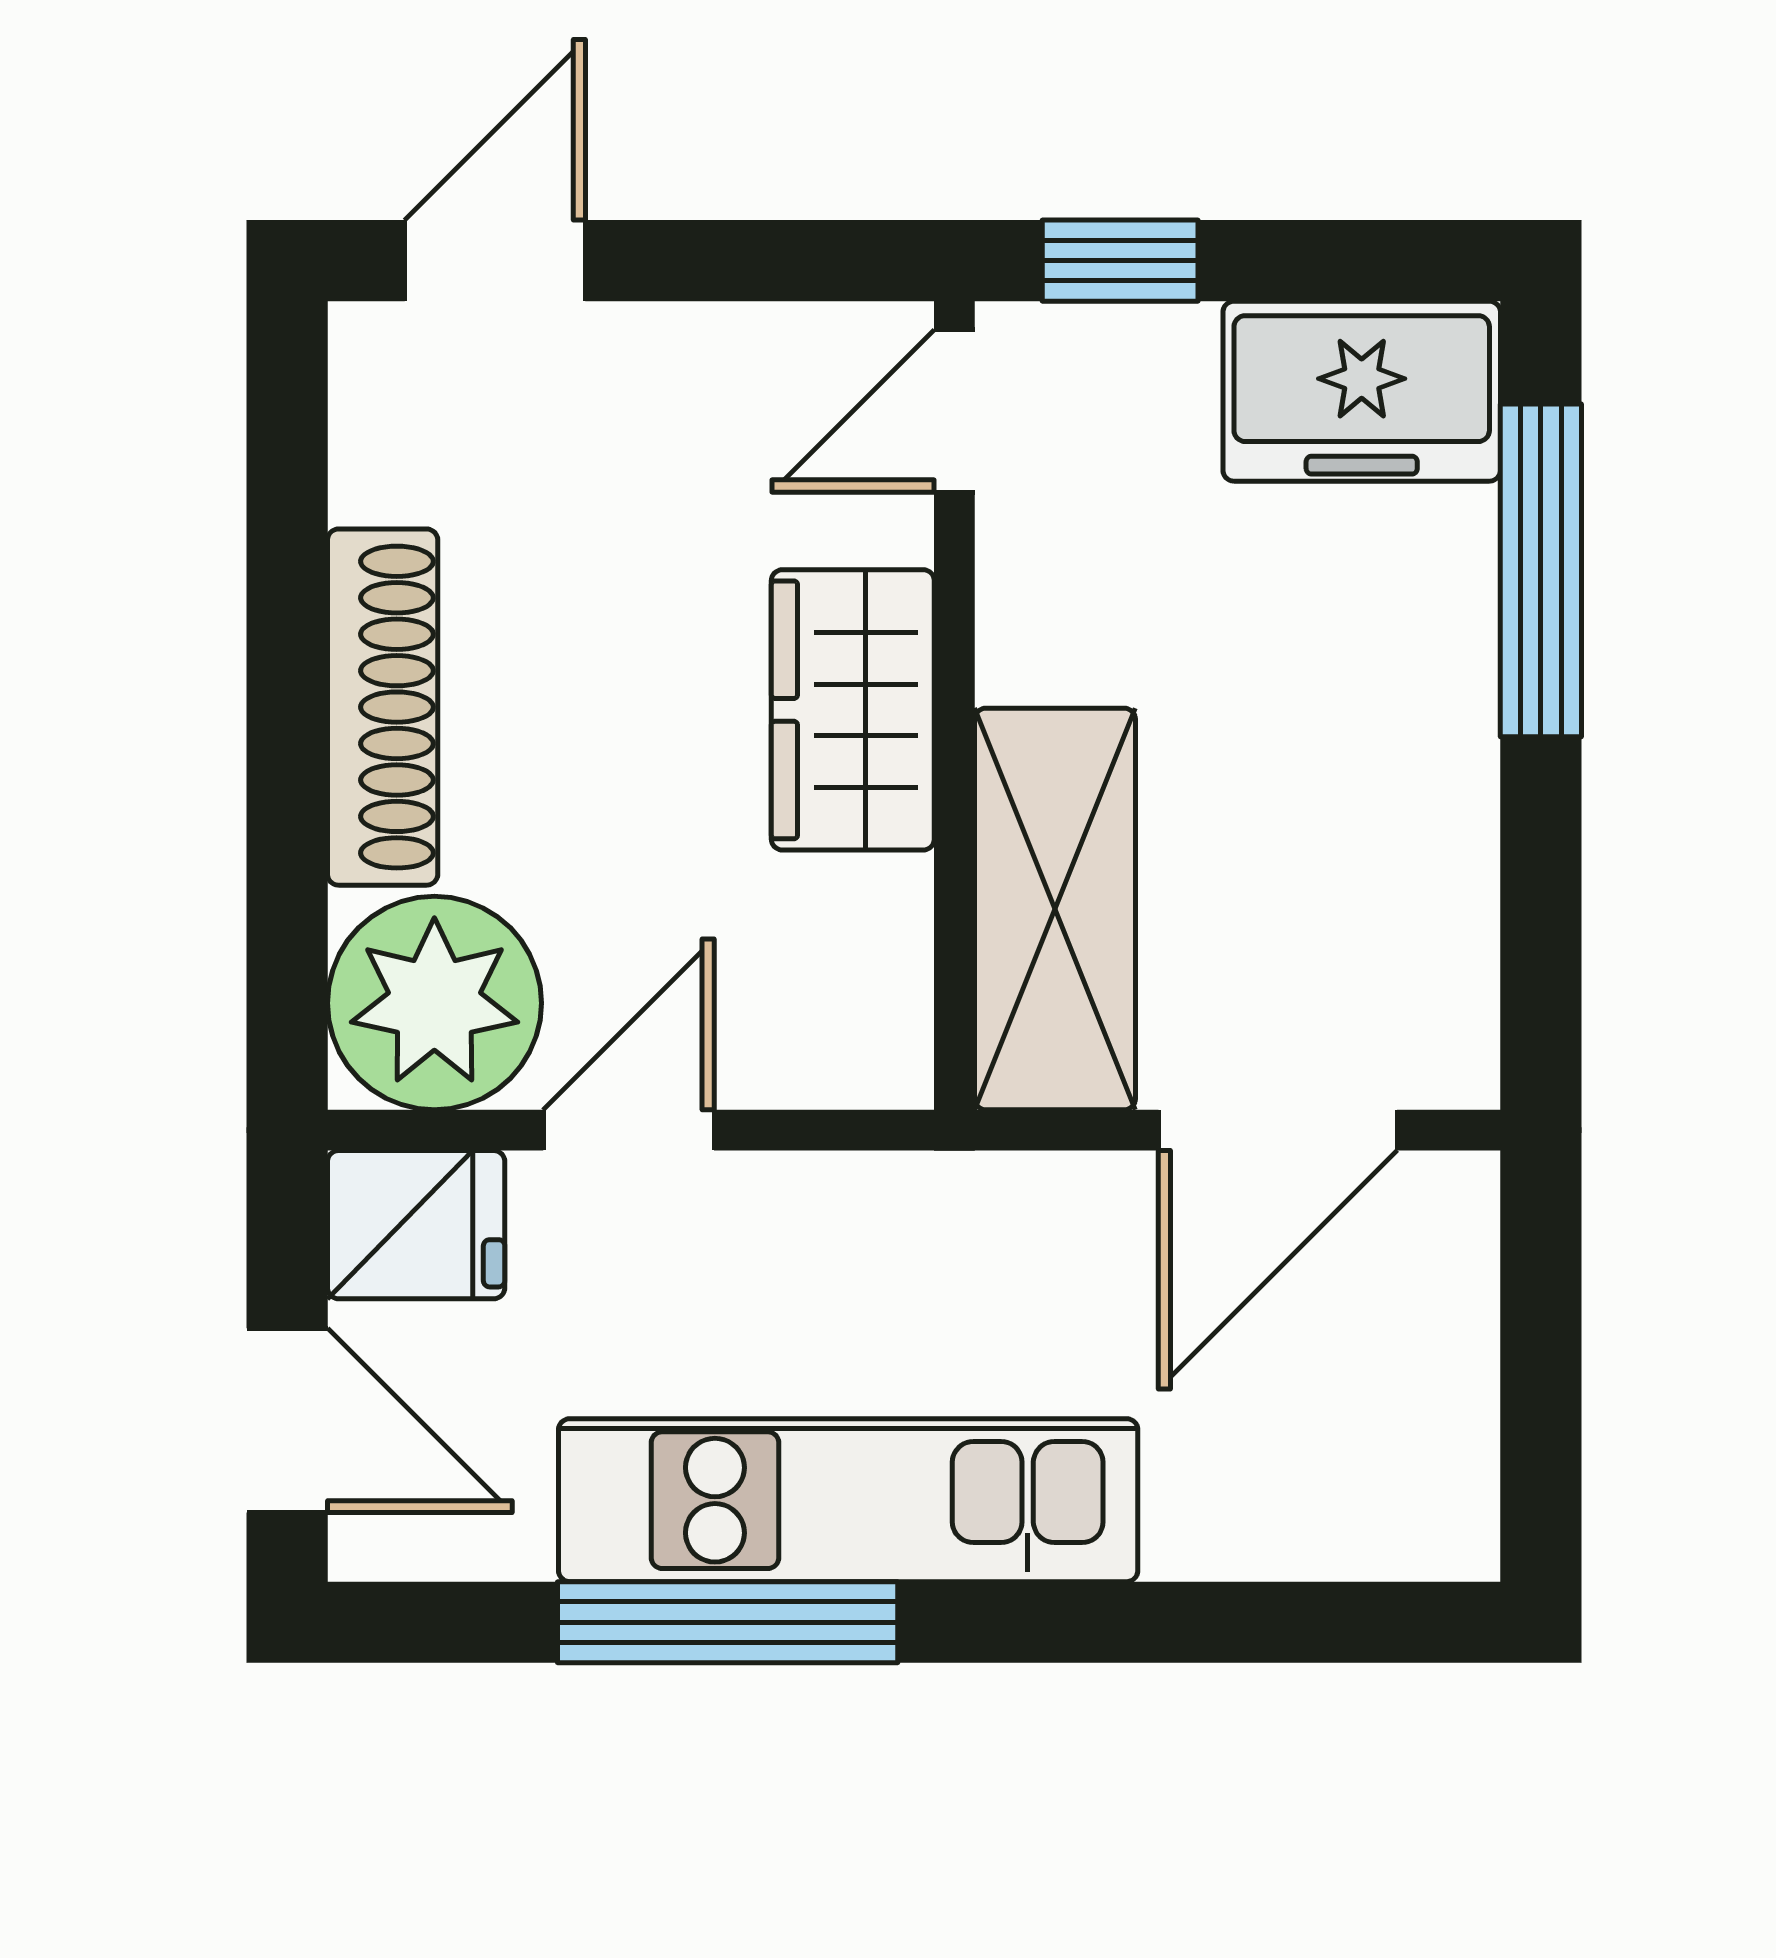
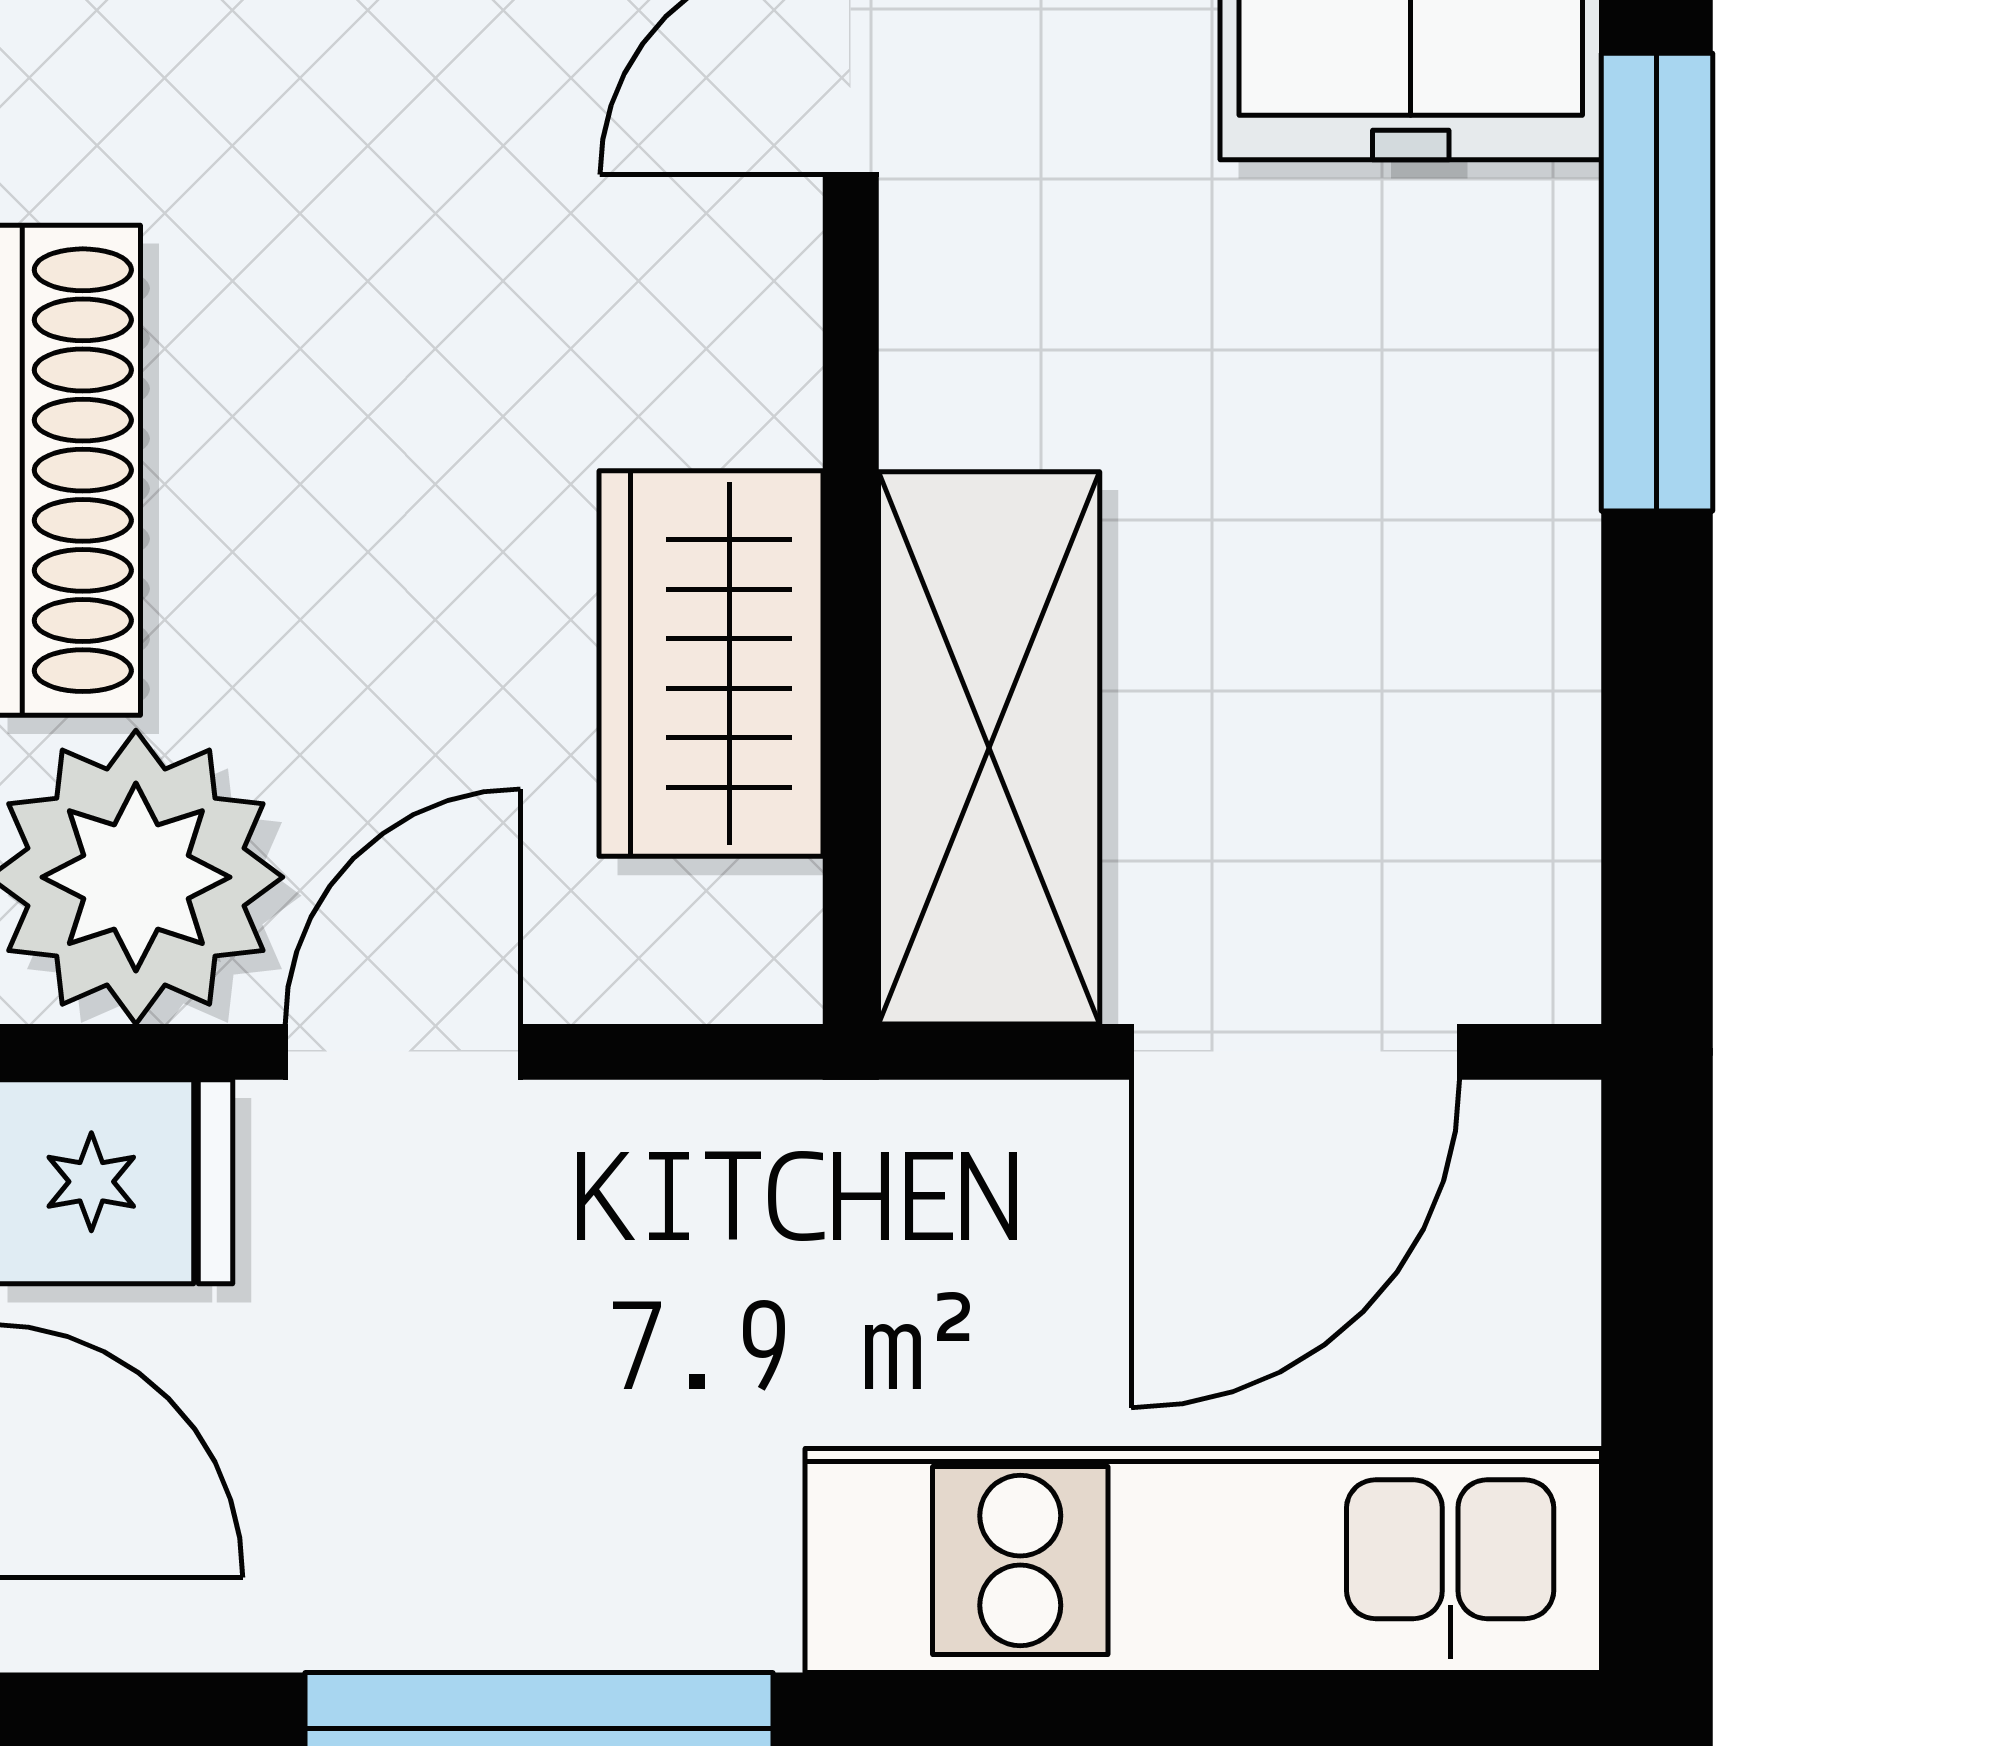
wardrobe: (853, 710) -> (711, 664), moved
kitchen unit: (848, 1500) -> (1203, 1560), moved

